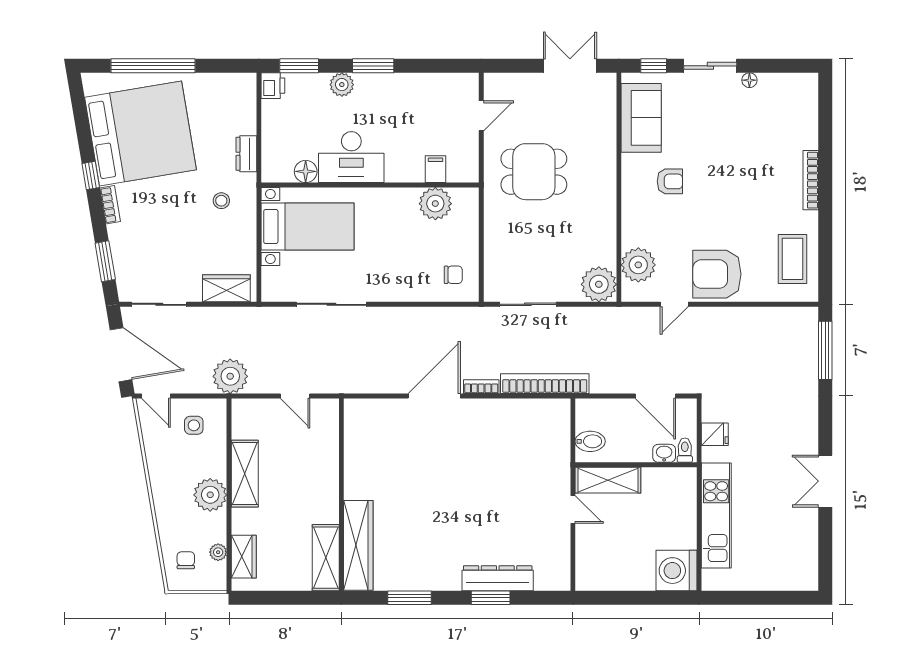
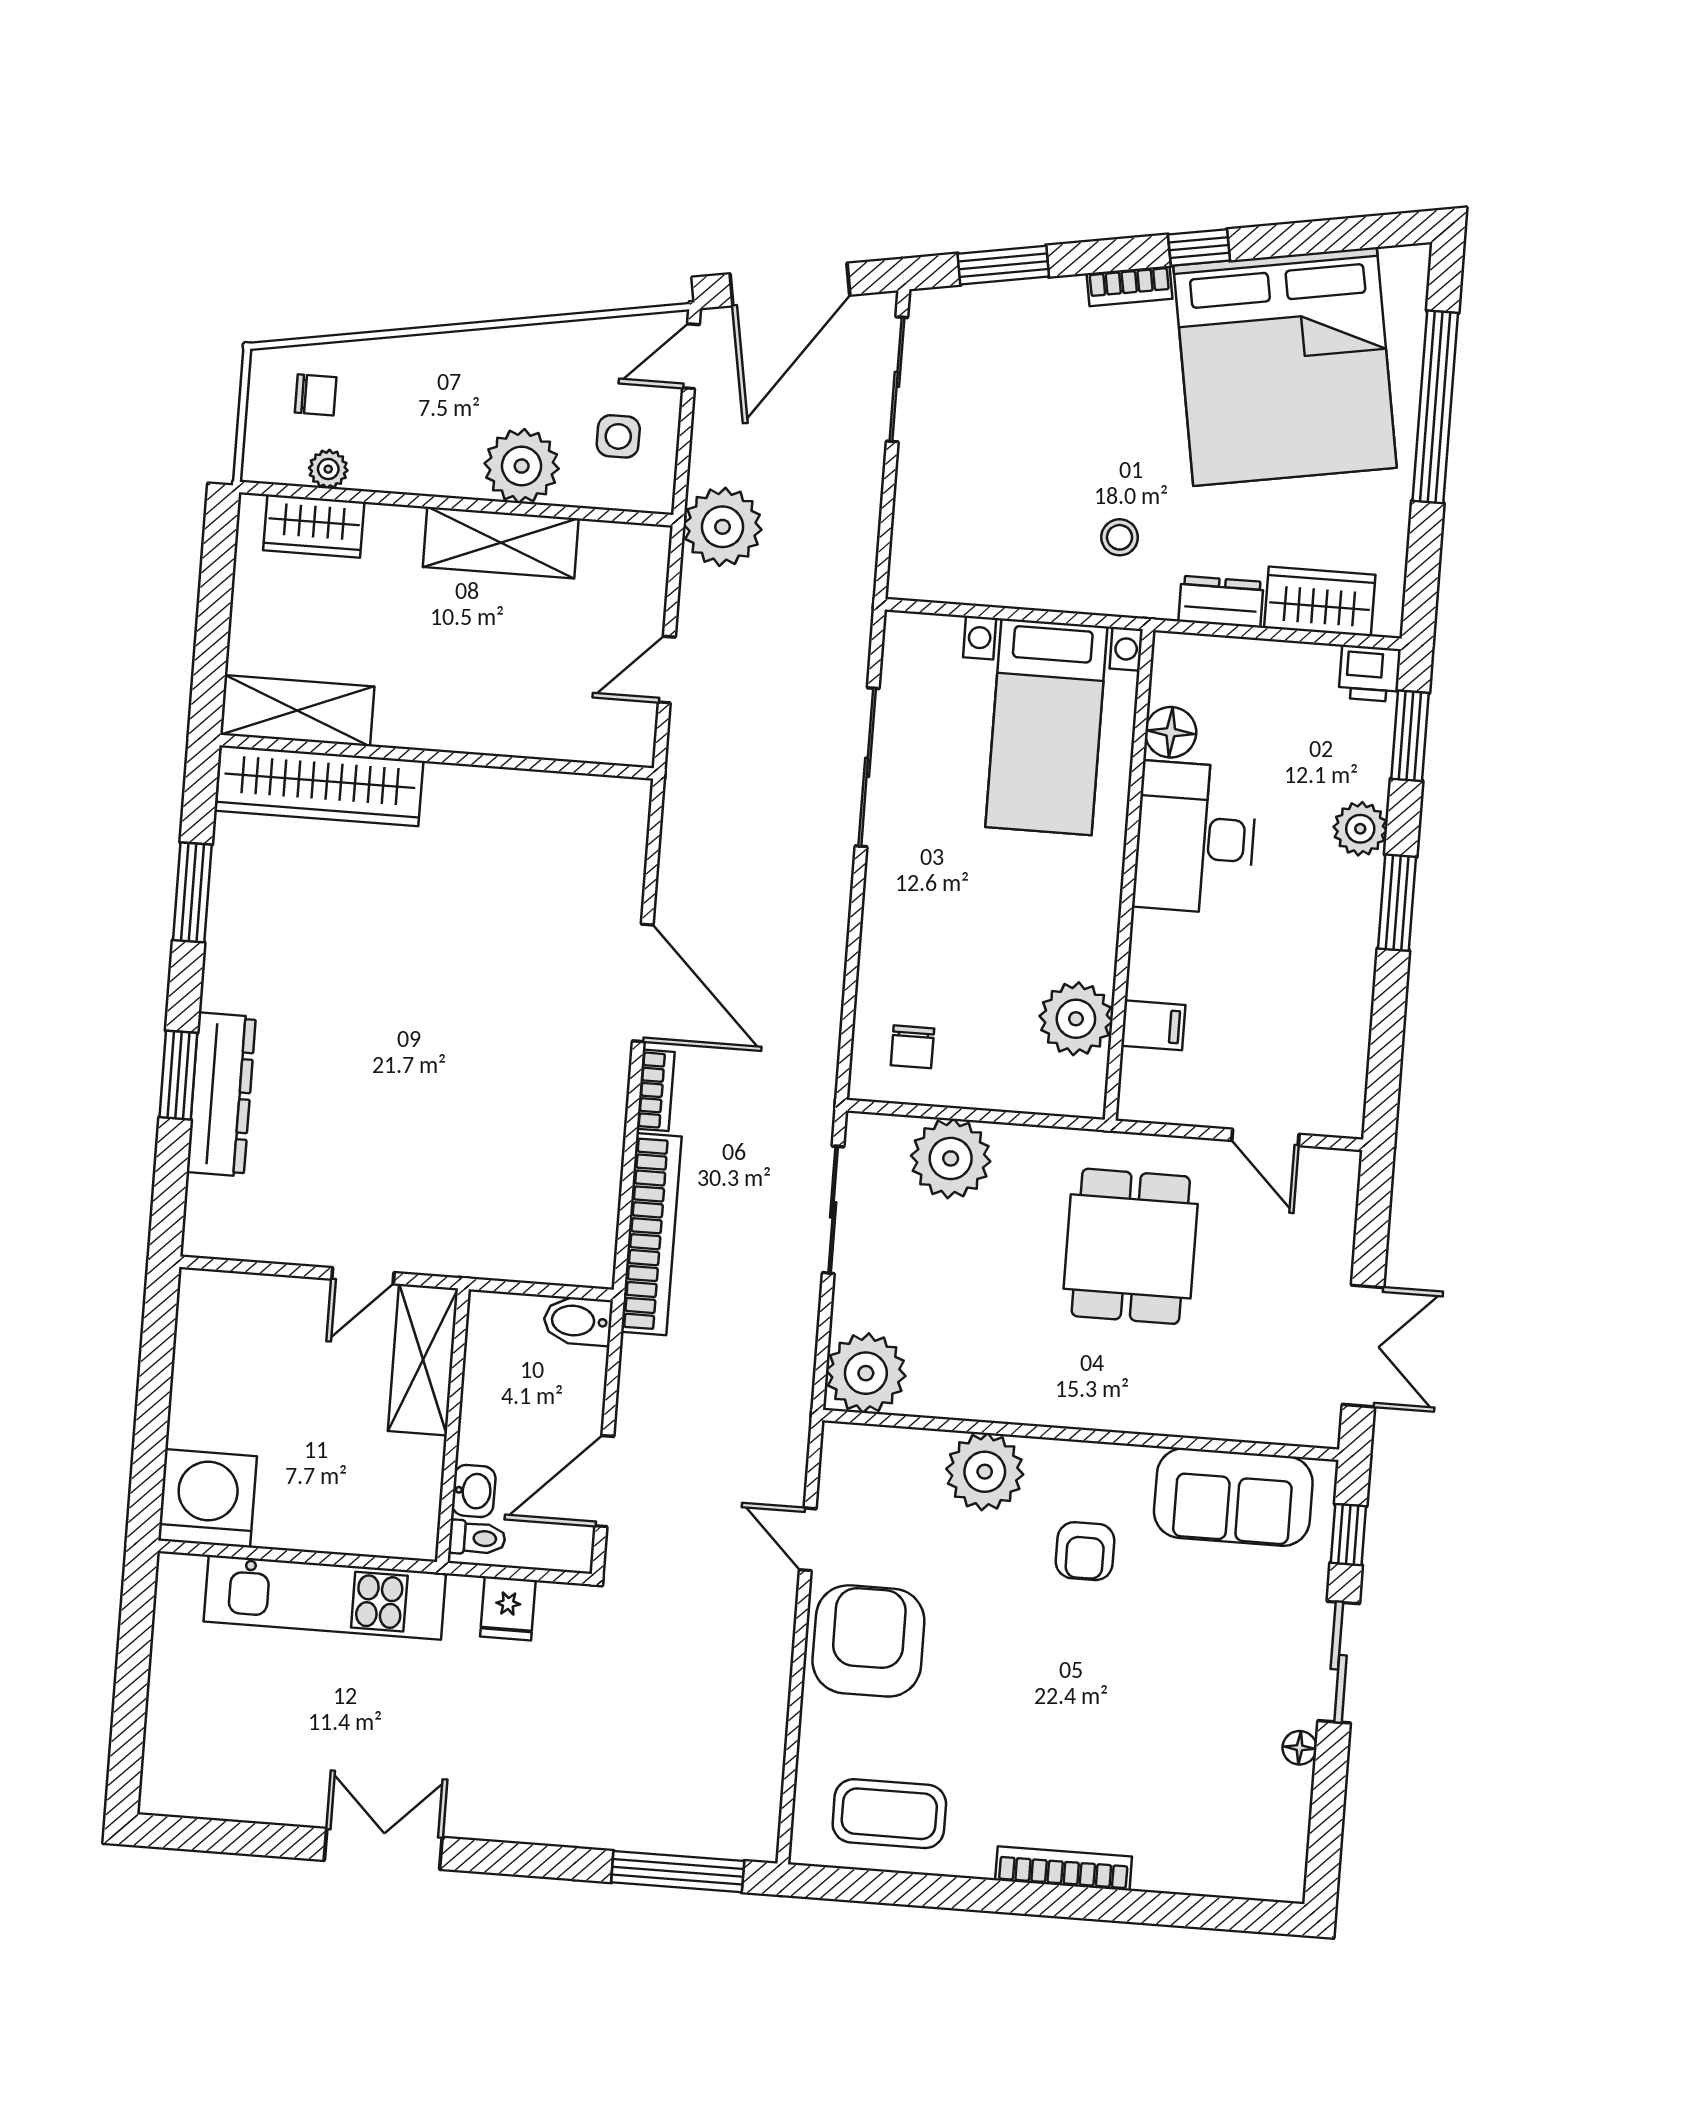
plant: (501, 254) -> (951, 1158), added
plant: (638, 265) -> (985, 1472), moved
wardrobe: (226, 288) -> (1320, 601), moved, turned -90
bidet: (590, 441) -> (578, 1321), moved, turned 90
plant: (210, 495) -> (522, 466), moved

